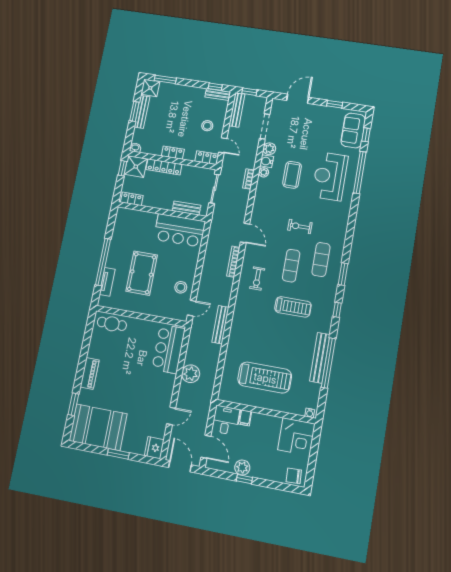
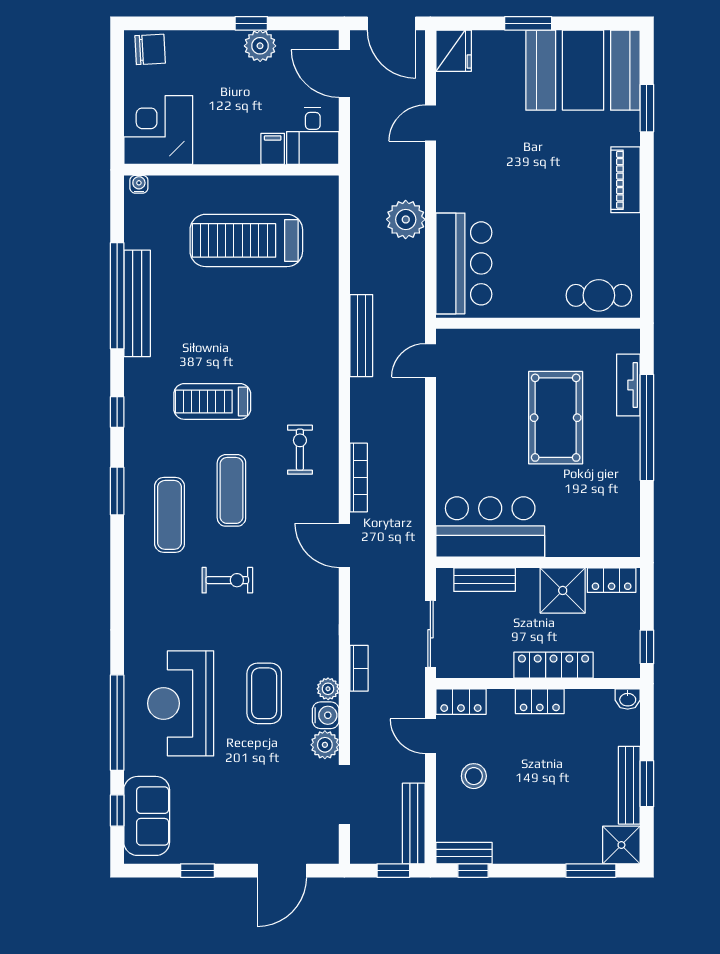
shower: (136, 167) -> (563, 590), moved
reception desk: (330, 176) -> (181, 703), turned 180
stool: (181, 287) -> (463, 401), removed

